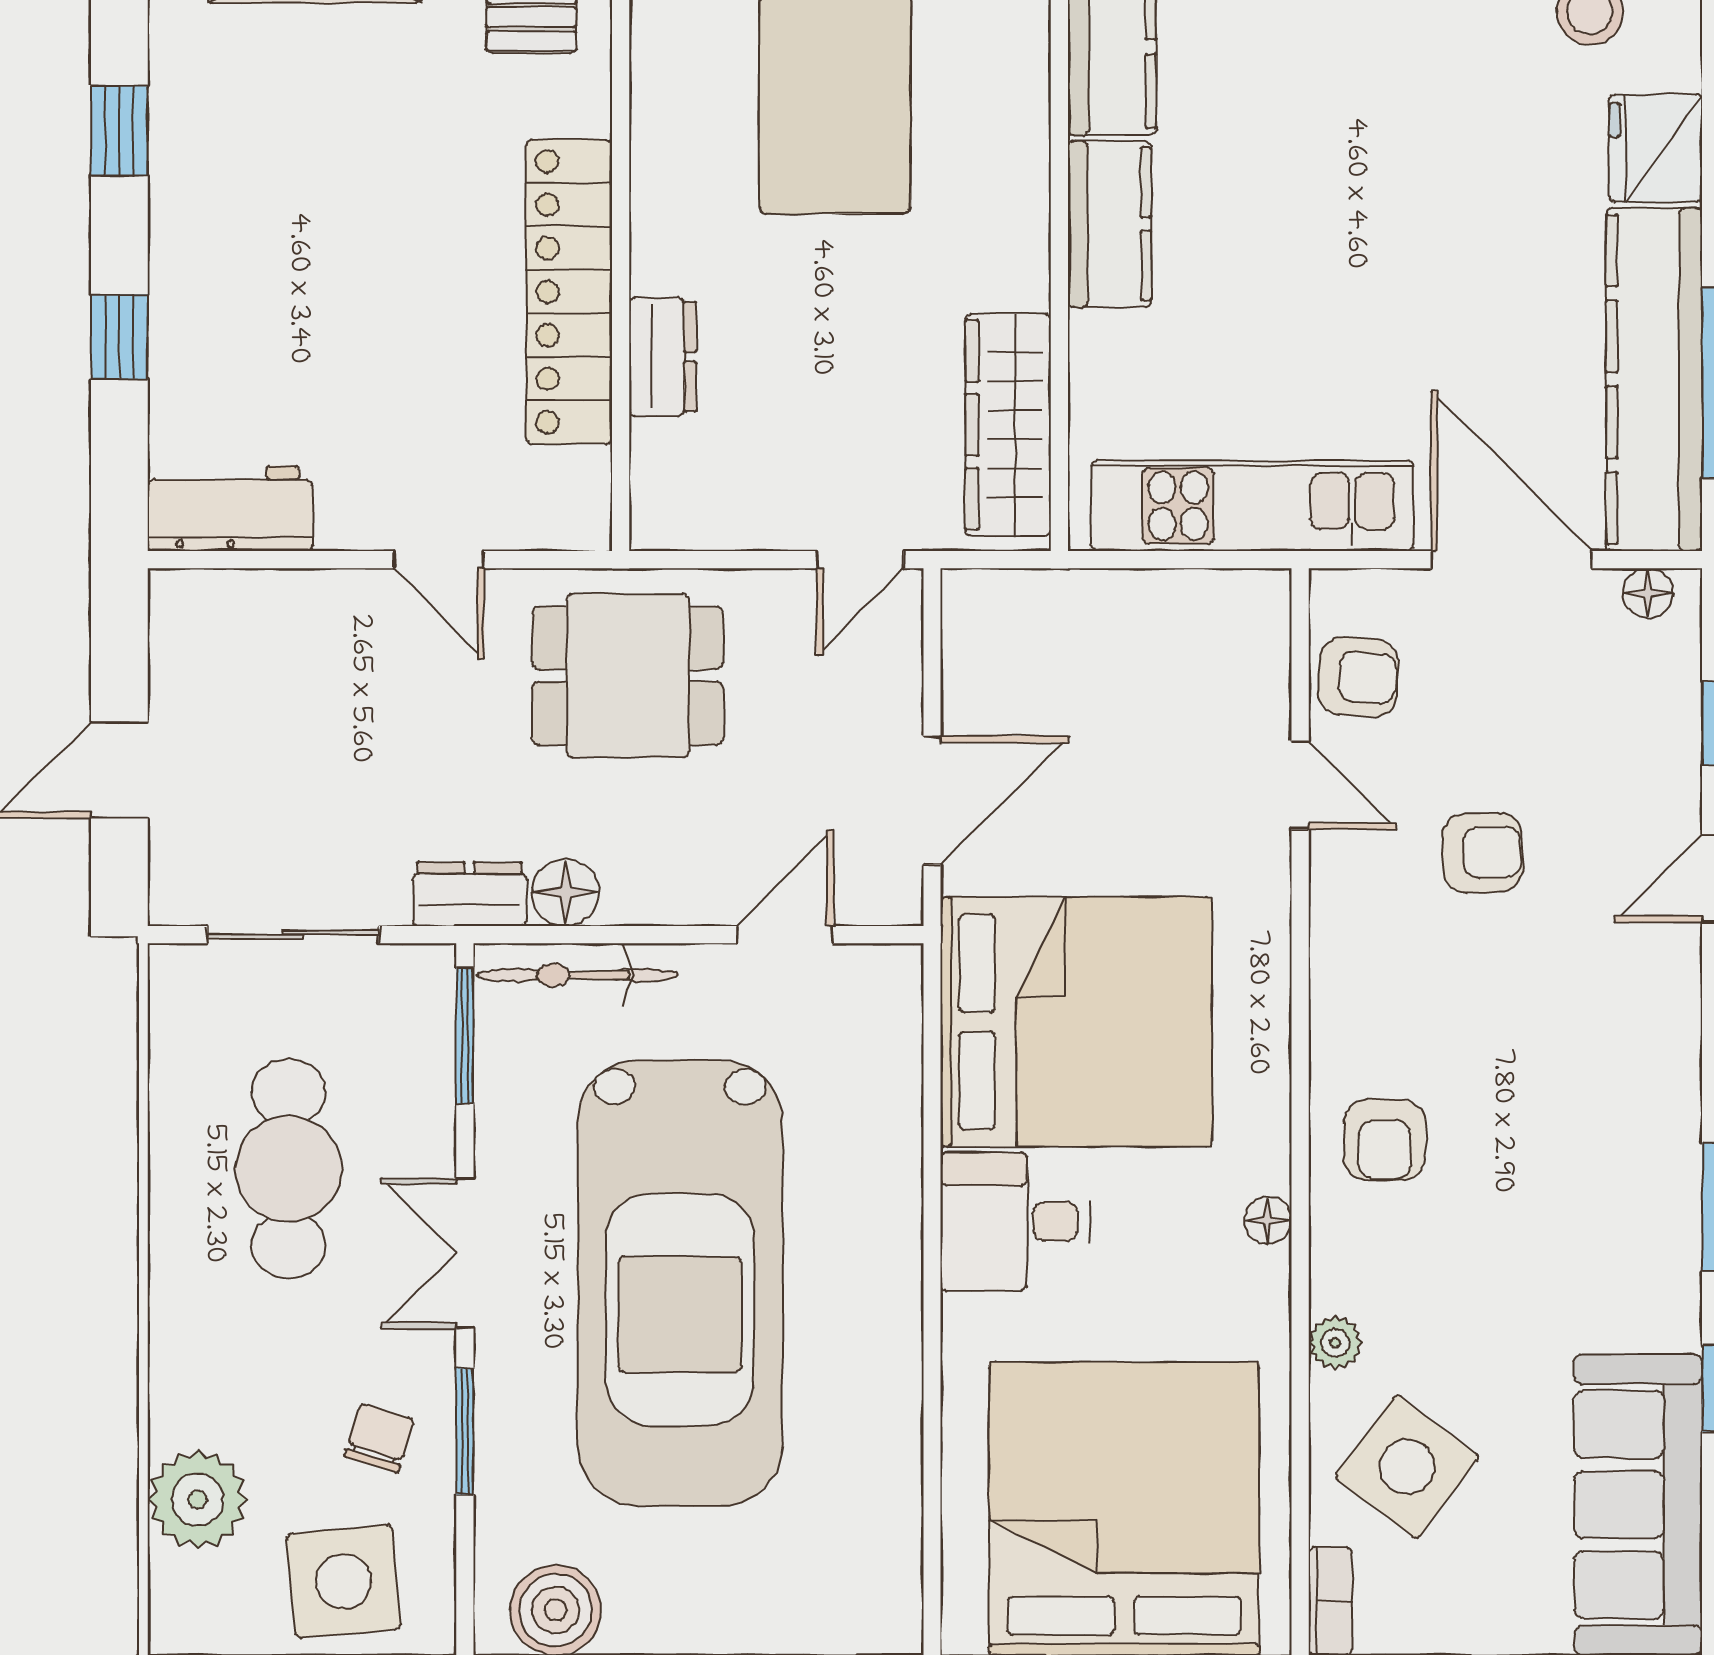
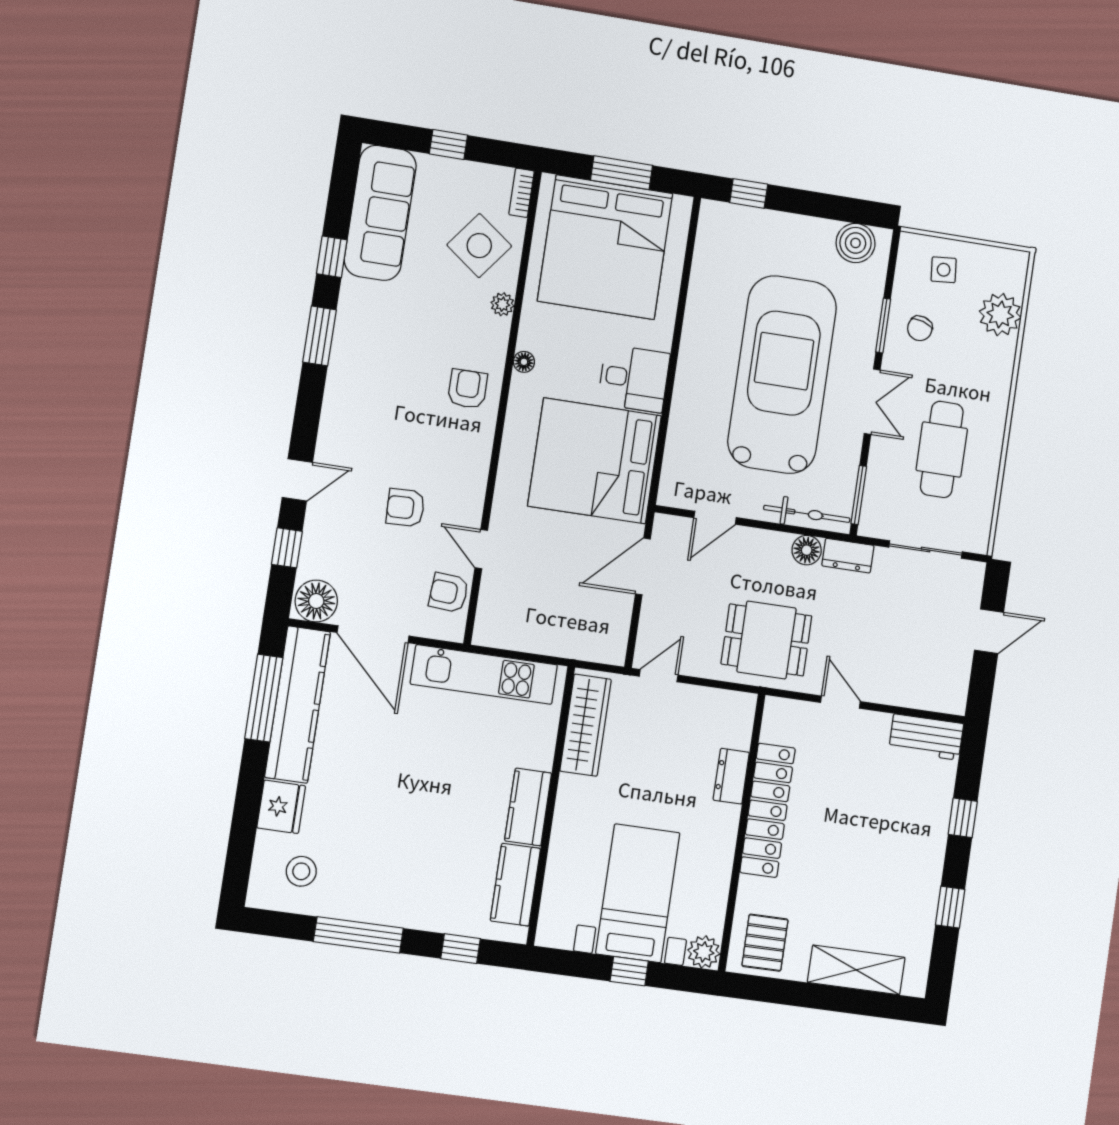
floor lamp: (1648, 593) -> (316, 601), width x1.89, depth x1.89
side table: (344, 1581) -> (944, 270), width x0.54, depth x0.54

